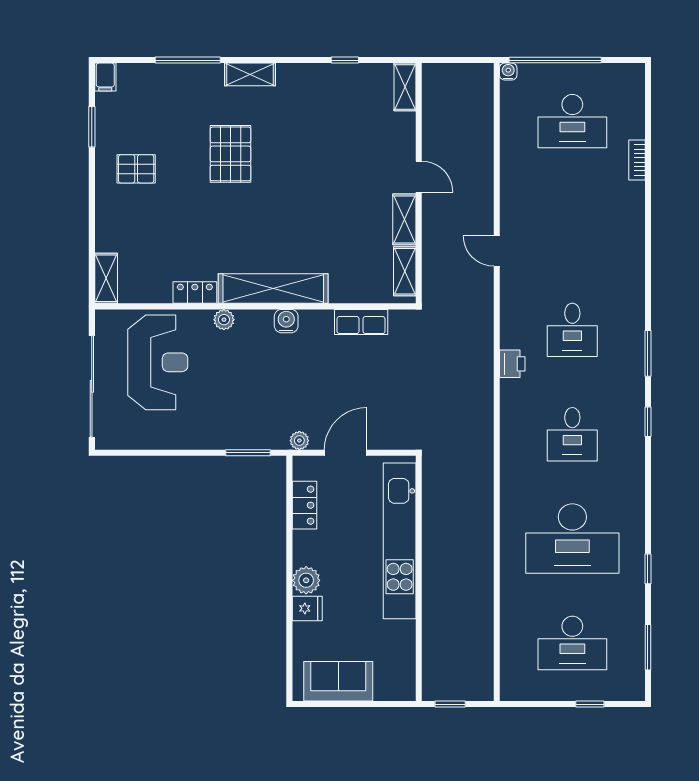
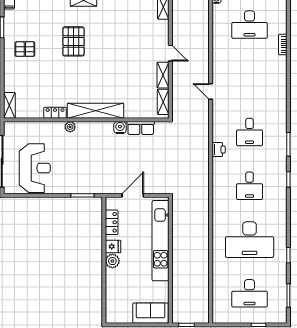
water cooler: (286, 321) -> (120, 128), moved
reception desk: (158, 362) -> (35, 168), moved
plant: (299, 440) -> (109, 189), removed
fridge: (307, 608) -> (113, 246), moved
sofa: (338, 681) -> (151, 313), moved

